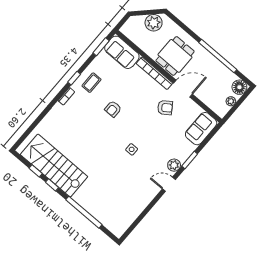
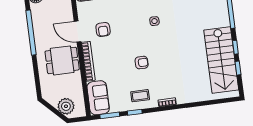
plant: (154, 23) -> (66, 106), moved
window: (74, 78) -> (135, 112), moved
armchair: (165, 108) -> (103, 30), turned -145

